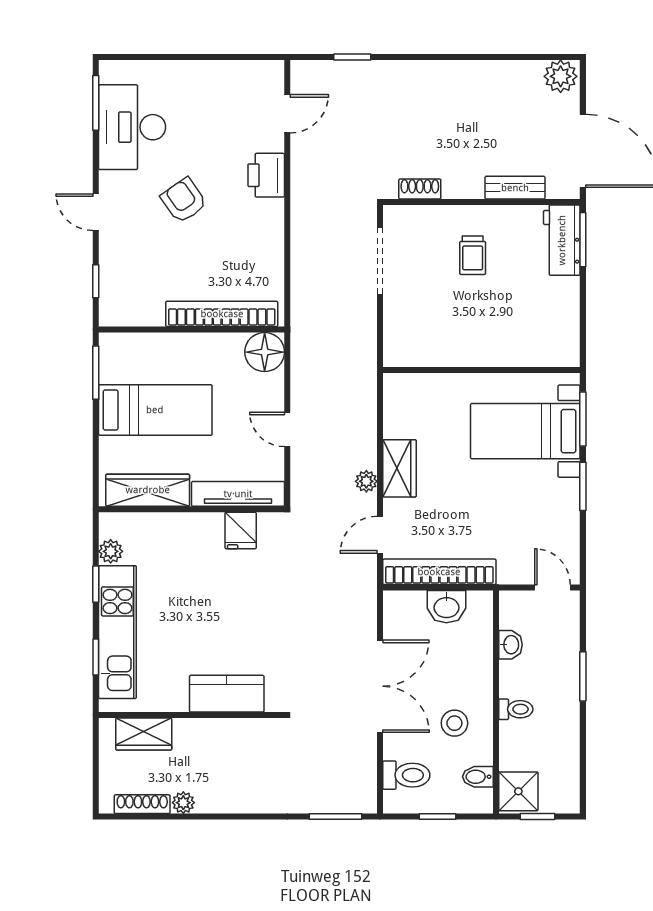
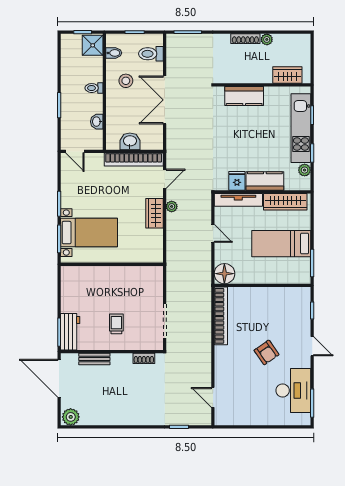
door: (287, 114) -> (213, 397), hinge flipped
printer: (266, 175) -> (224, 366), removed
bookcase: (222, 314) -> (221, 316), moved, turned -90
kitchen counter: (187, 530) -> (265, 181), added
shoe rack: (142, 804) -> (245, 39), moved

